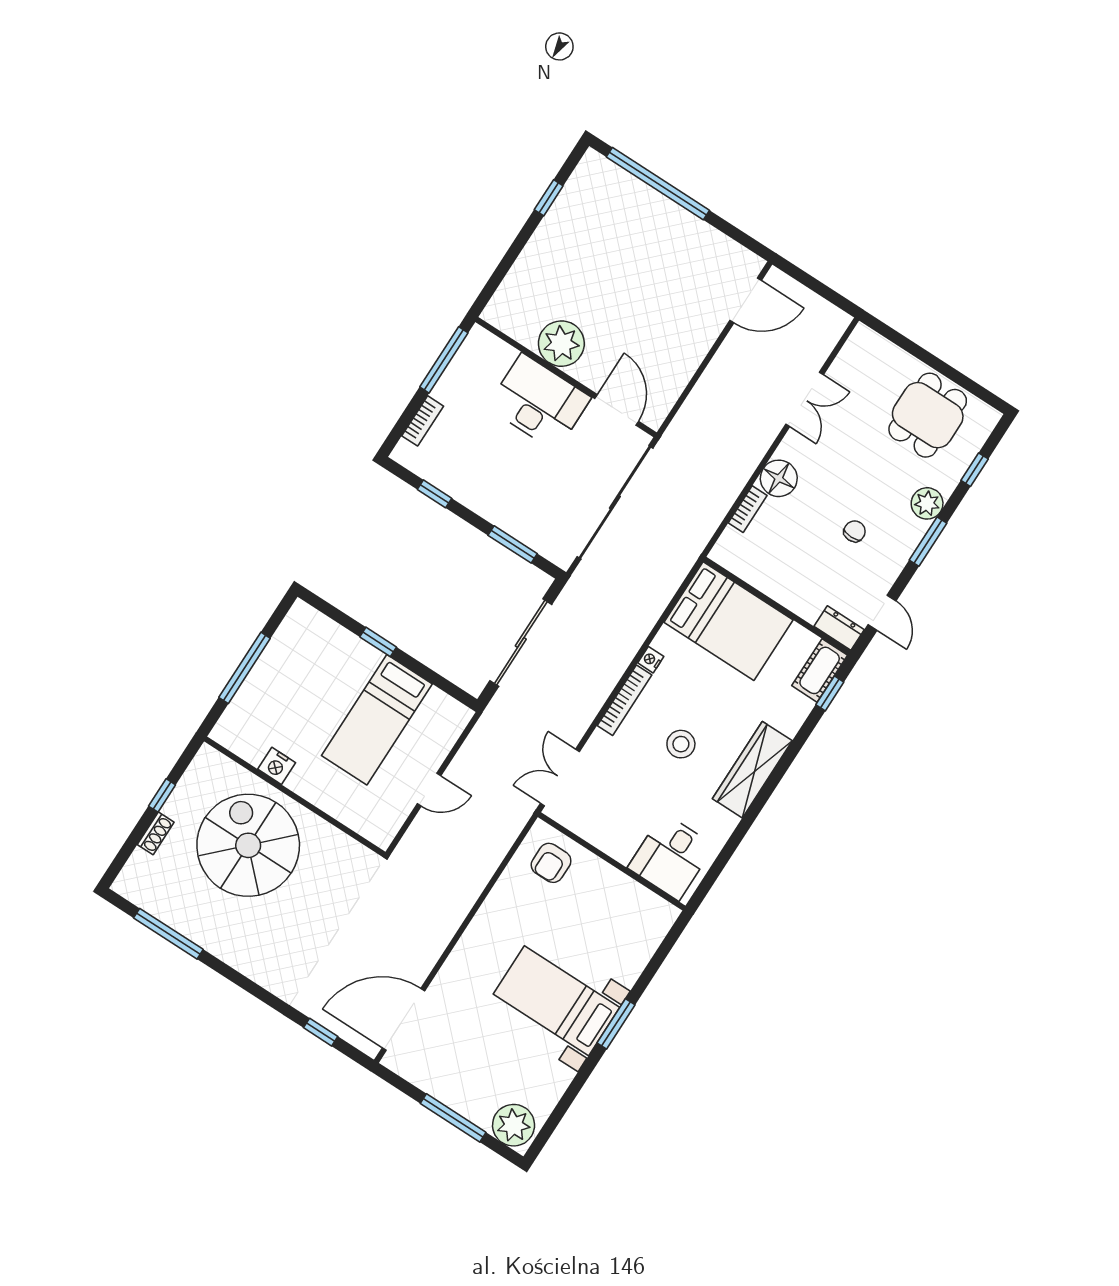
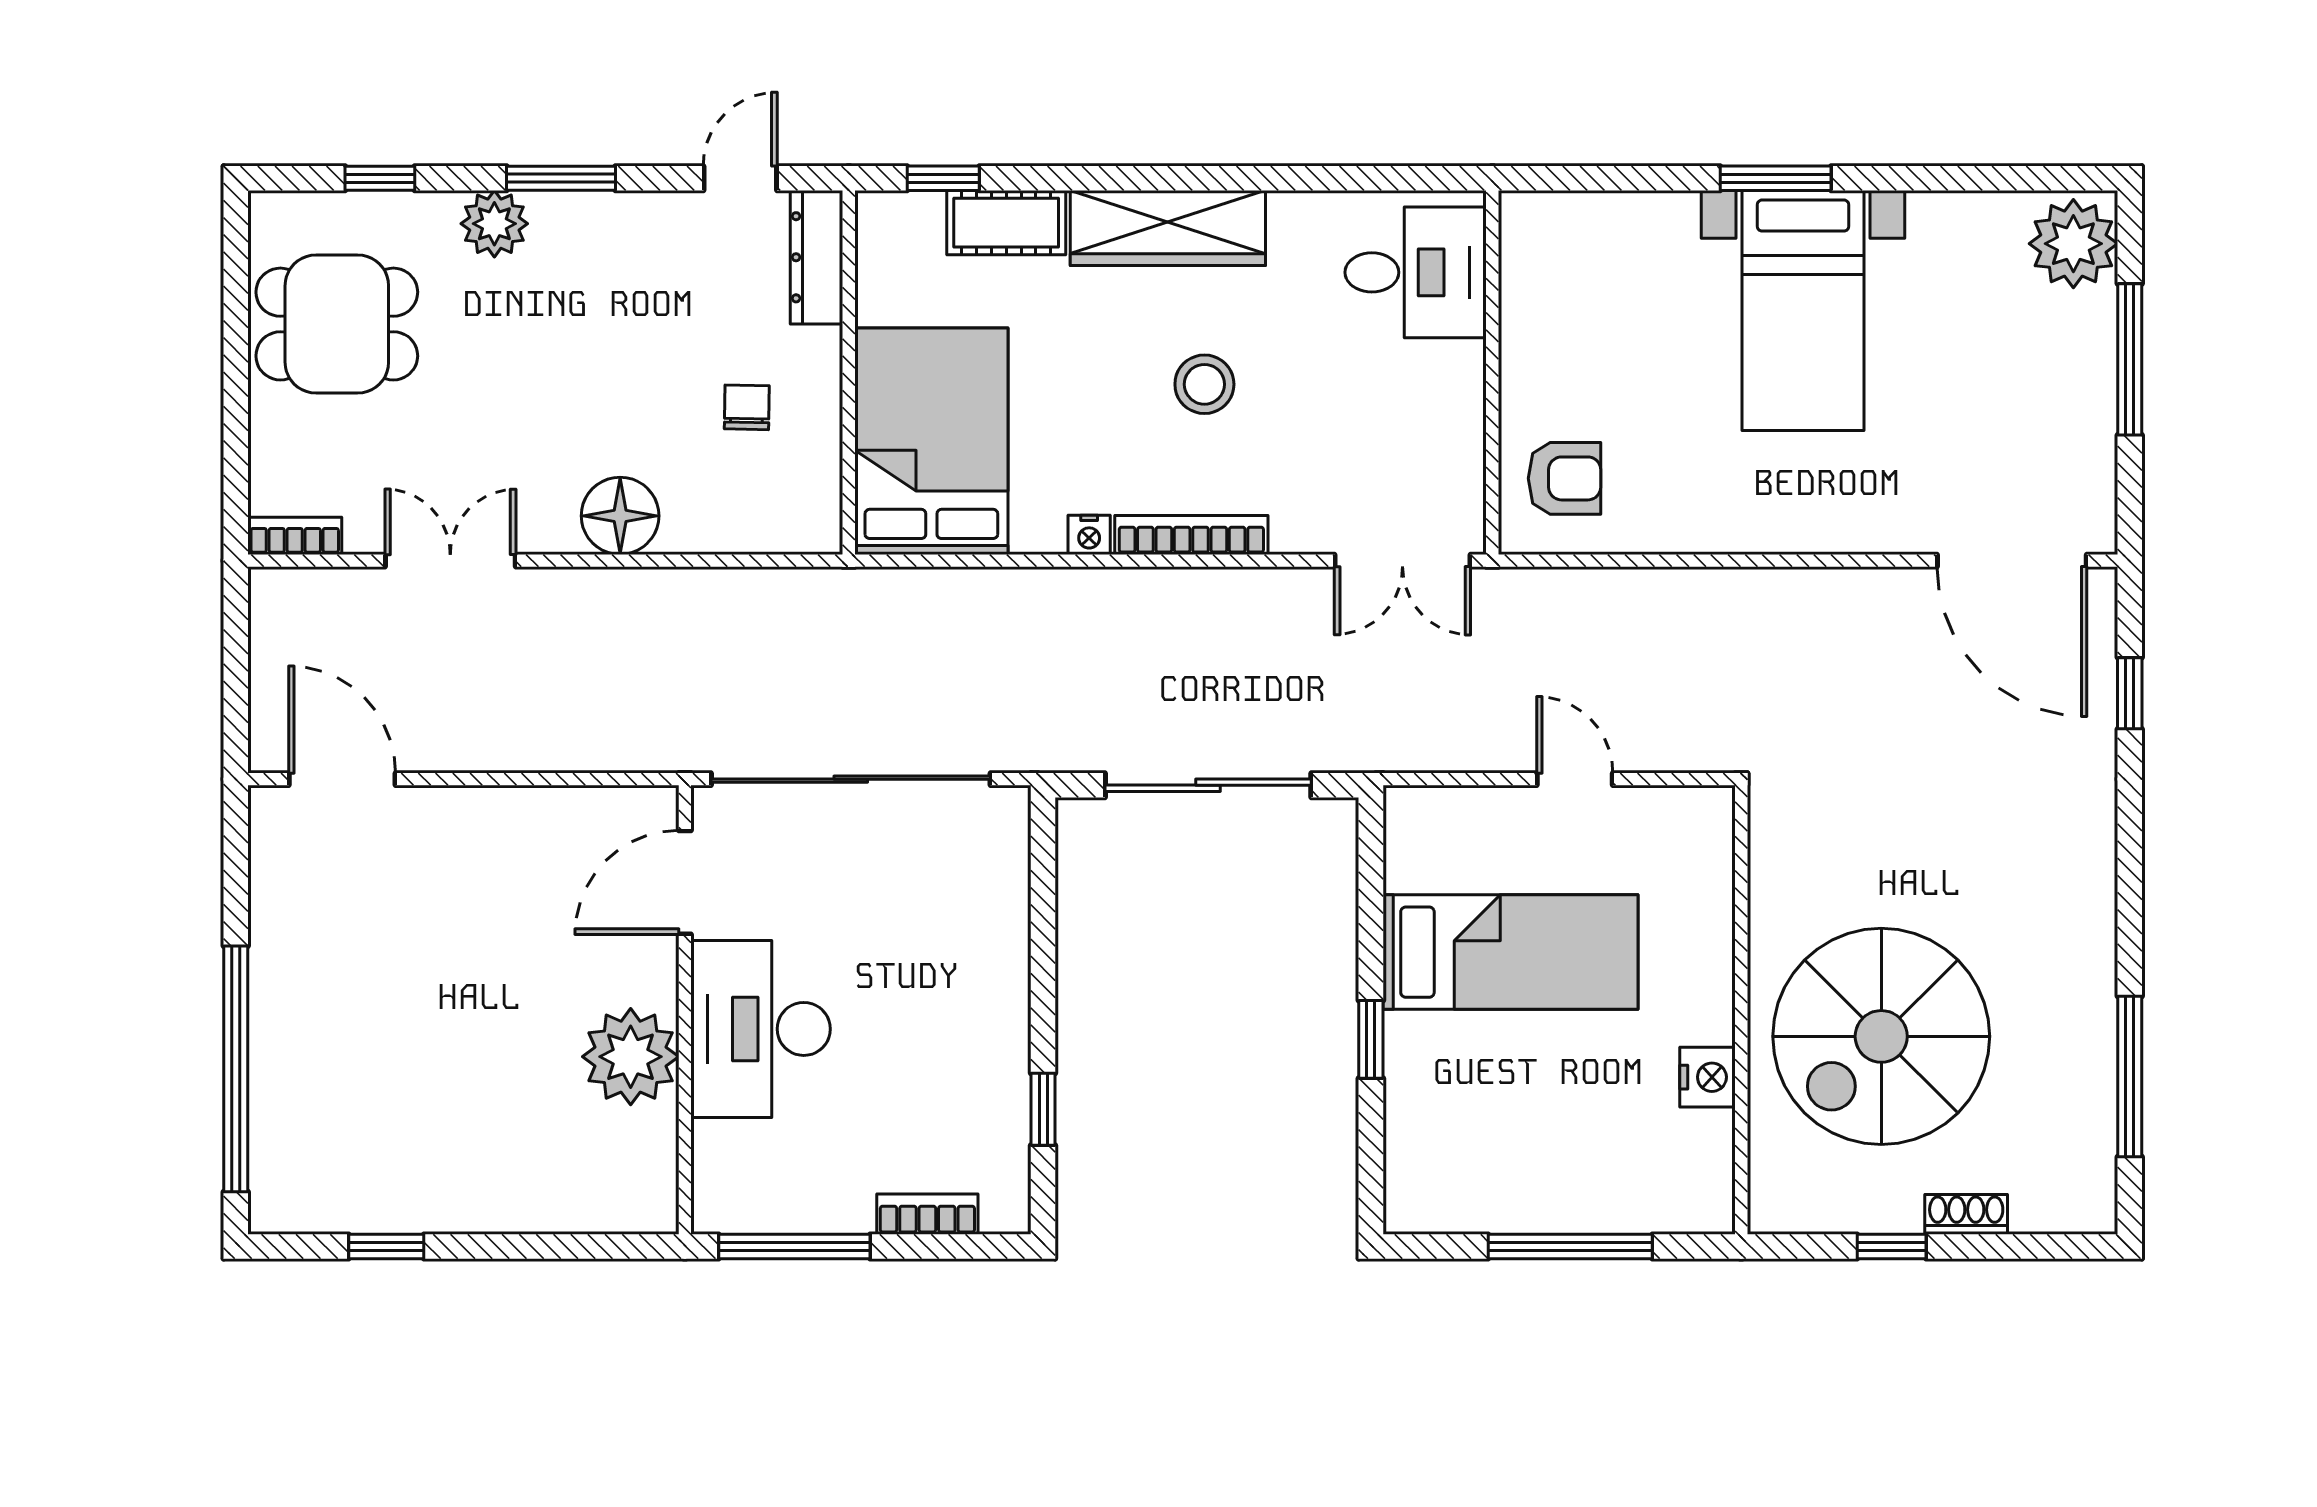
bookcase: (748, 509) -> (295, 536), moved
chair: (855, 531) -> (747, 407), moved, turned 91
window: (513, 544) -> (1043, 912), removed
dresser: (839, 628) -> (817, 257), width x1.44
cot: (820, 670) -> (1006, 223), moved

